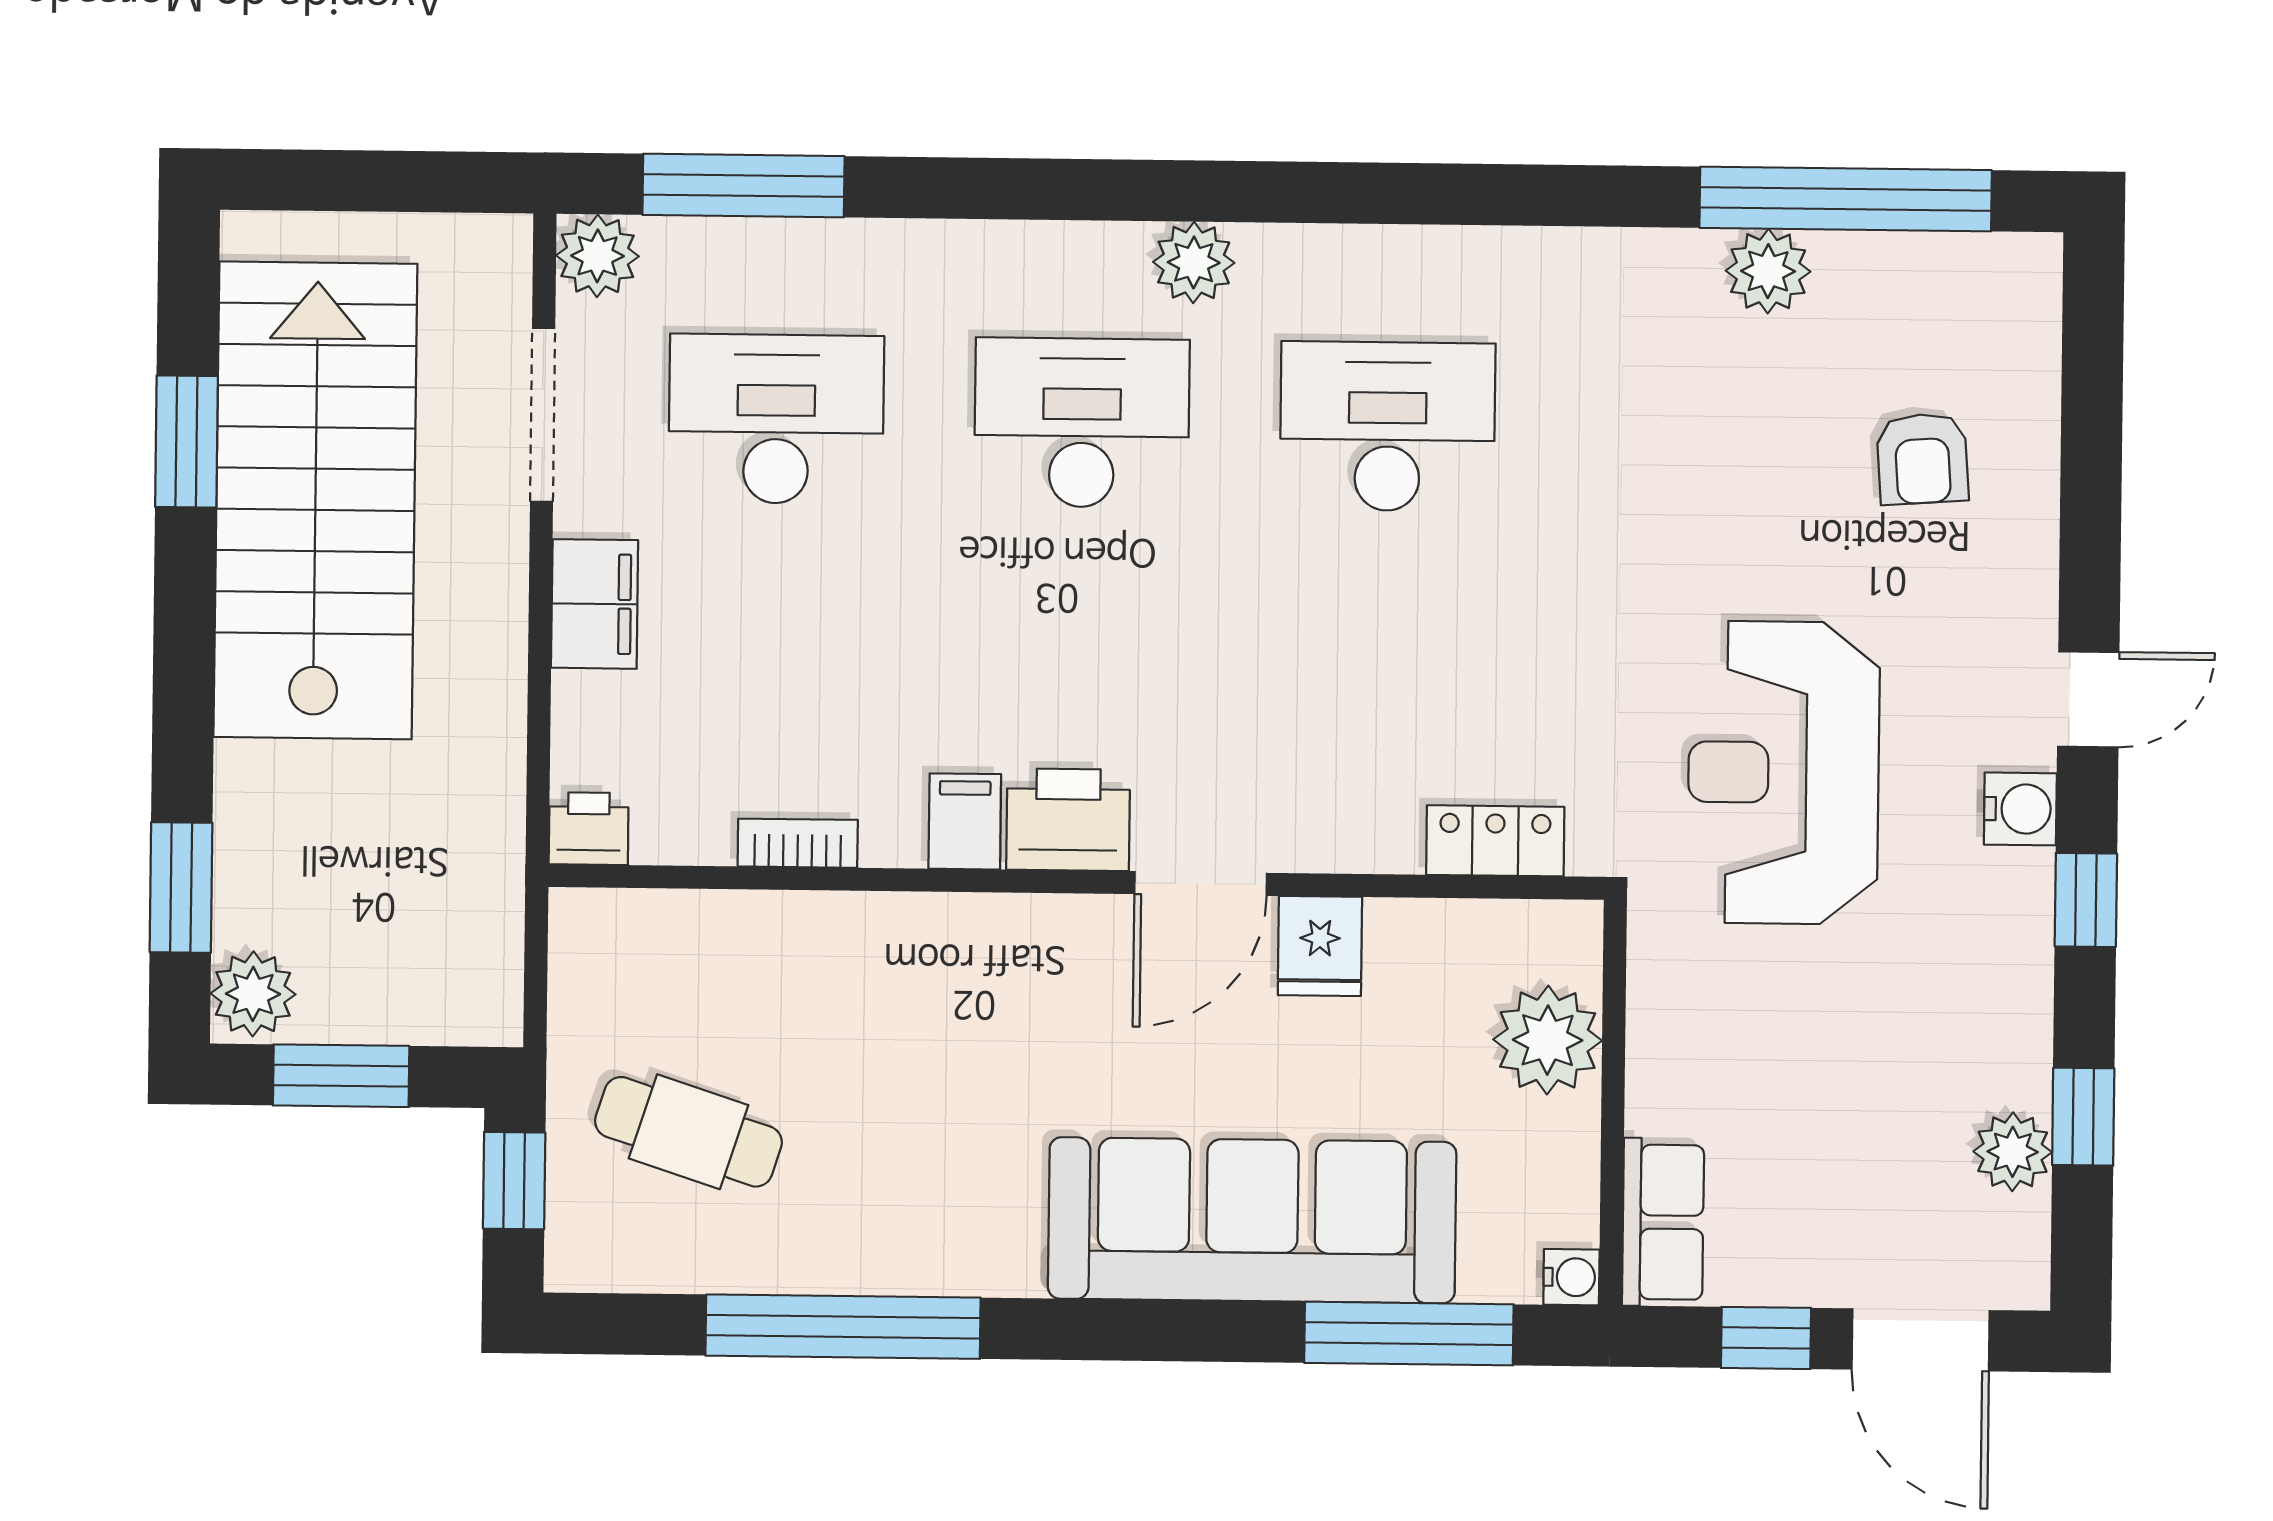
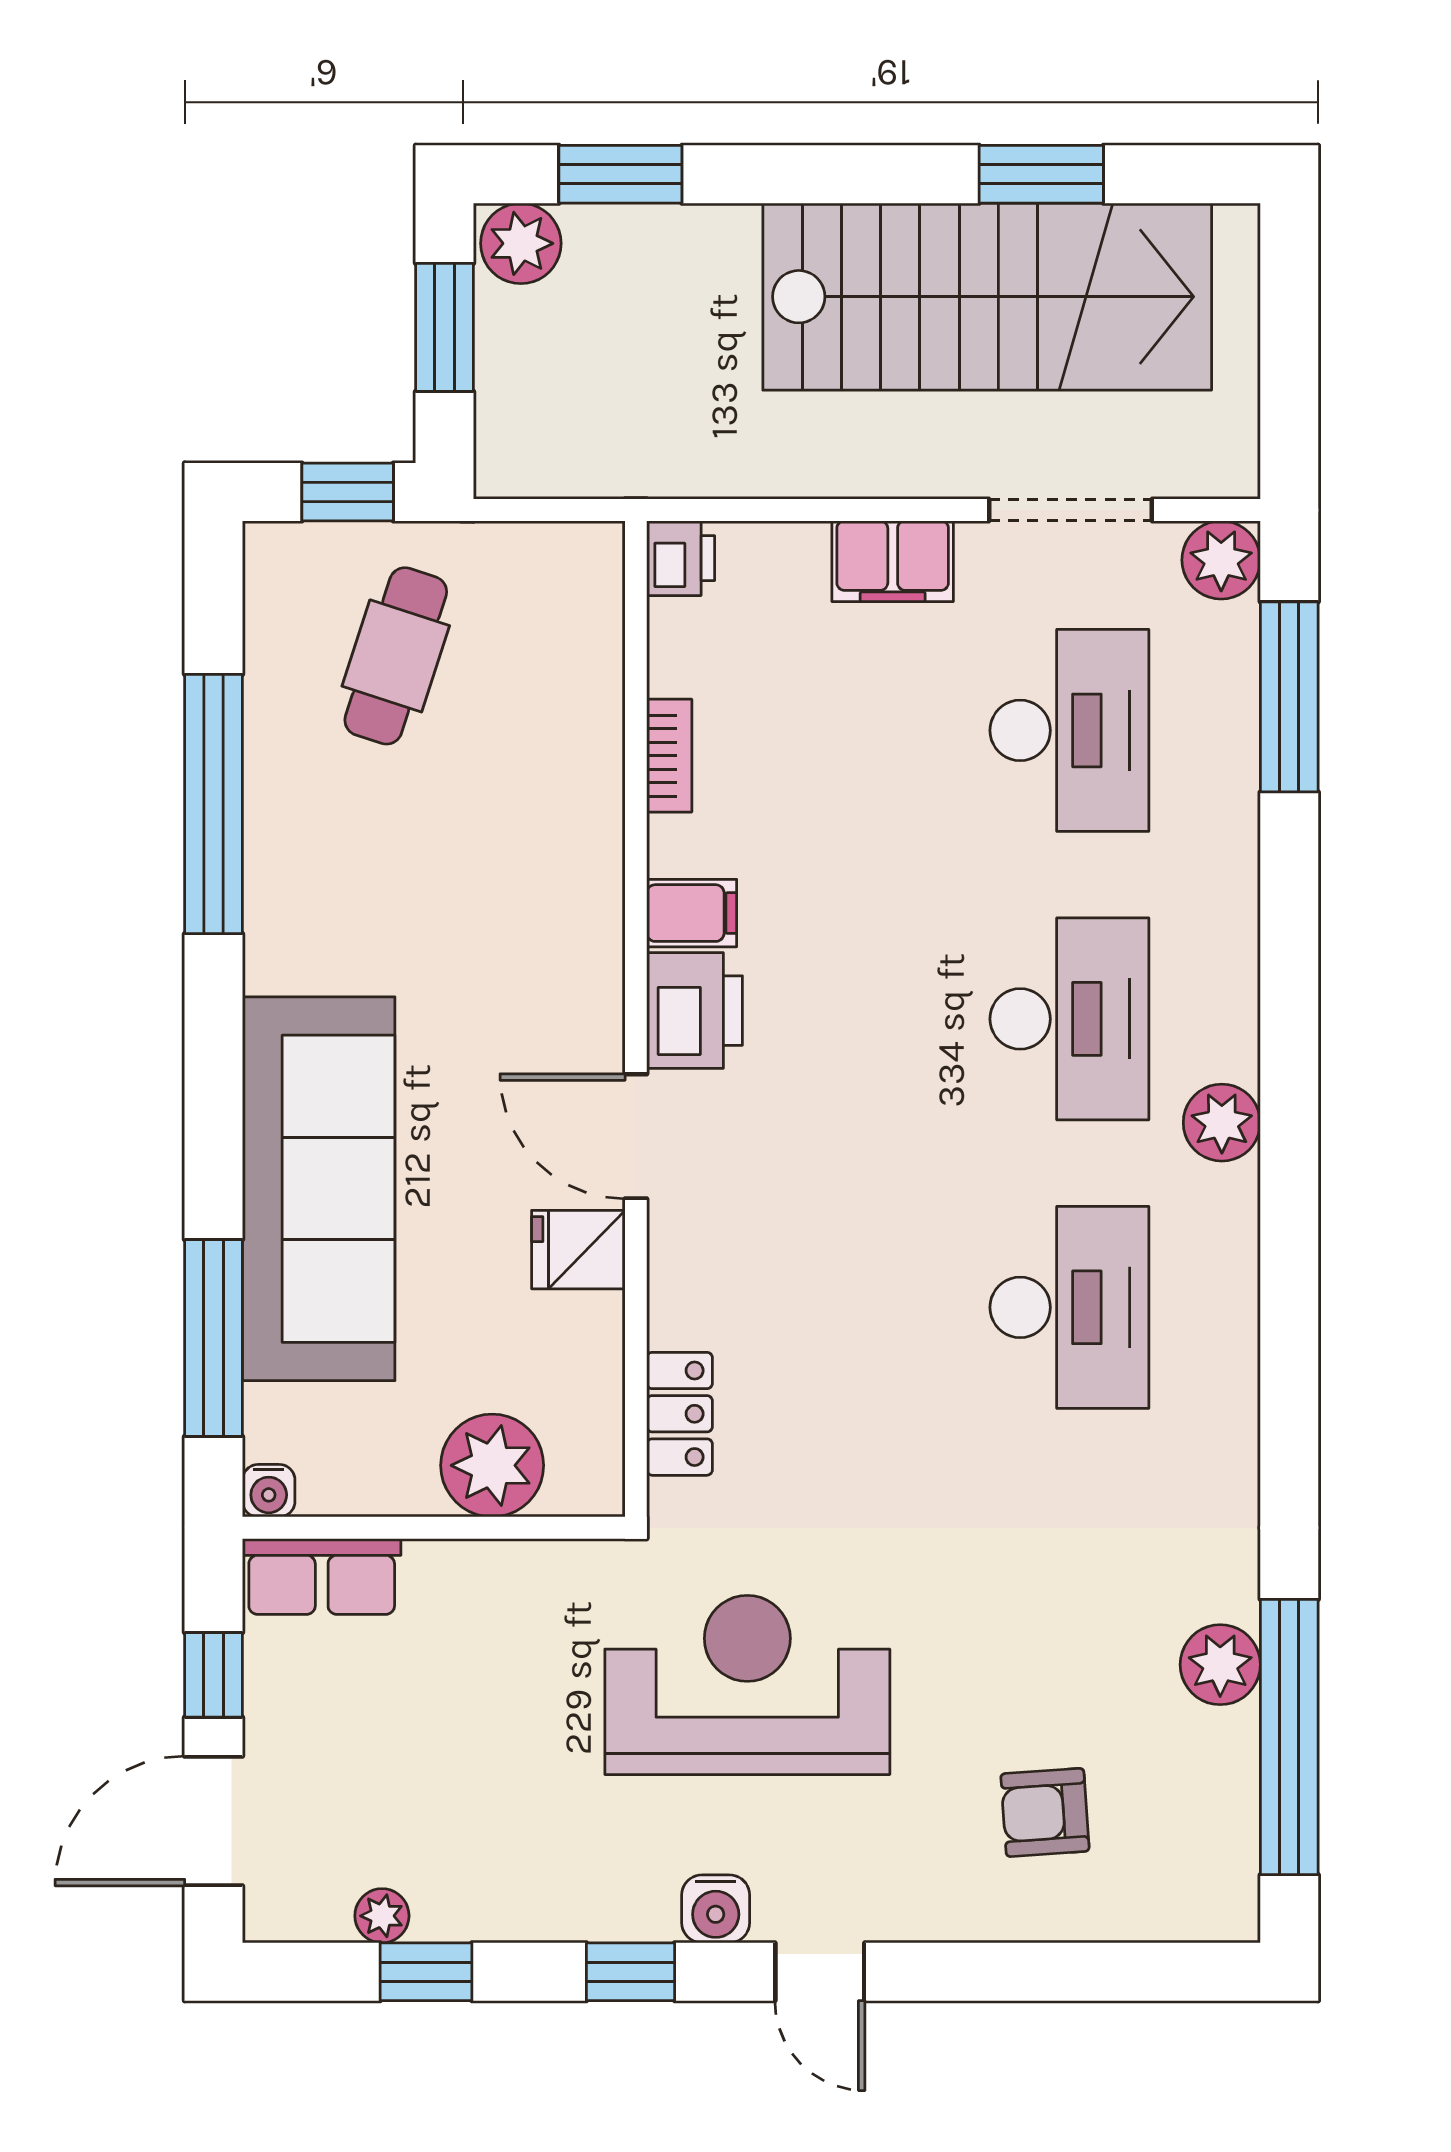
plant: (2013, 1152) -> (382, 1916), width x0.73, depth x0.73

